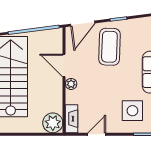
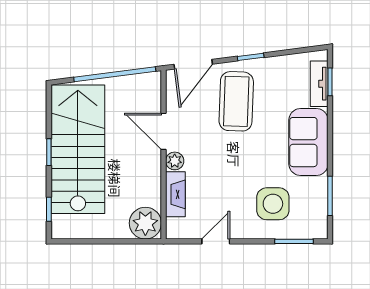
fireplace: (71, 119) -> (175, 194), moved

